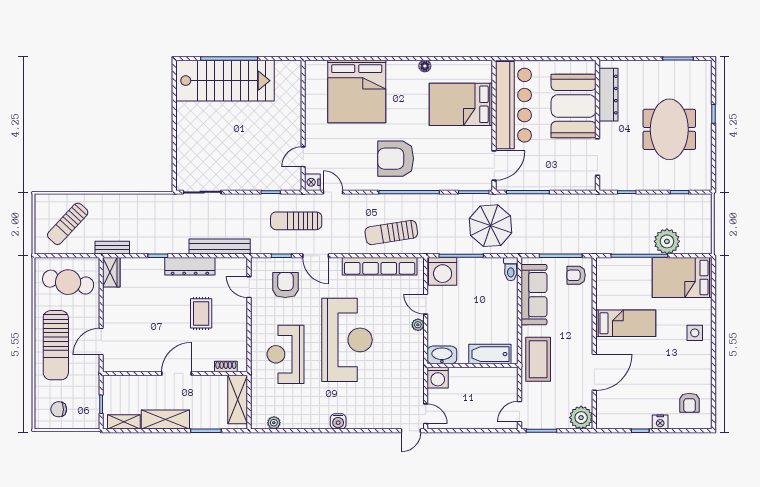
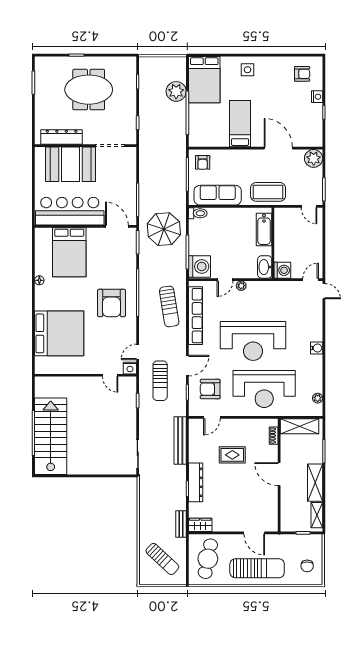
dresser: (190, 266) -> (196, 482), moved
reception desk: (347, 340) -> (253, 341), turned 180
reception desk: (285, 354) -> (264, 389), width x1.36, depth x1.30

